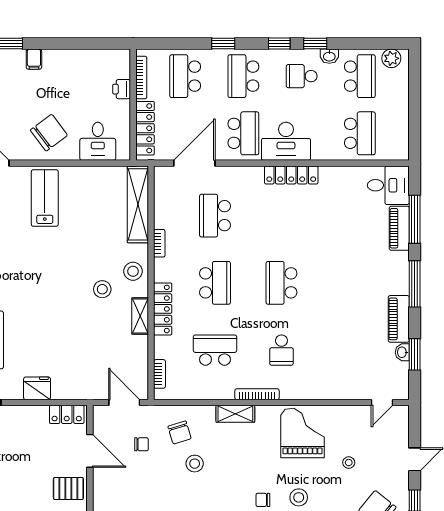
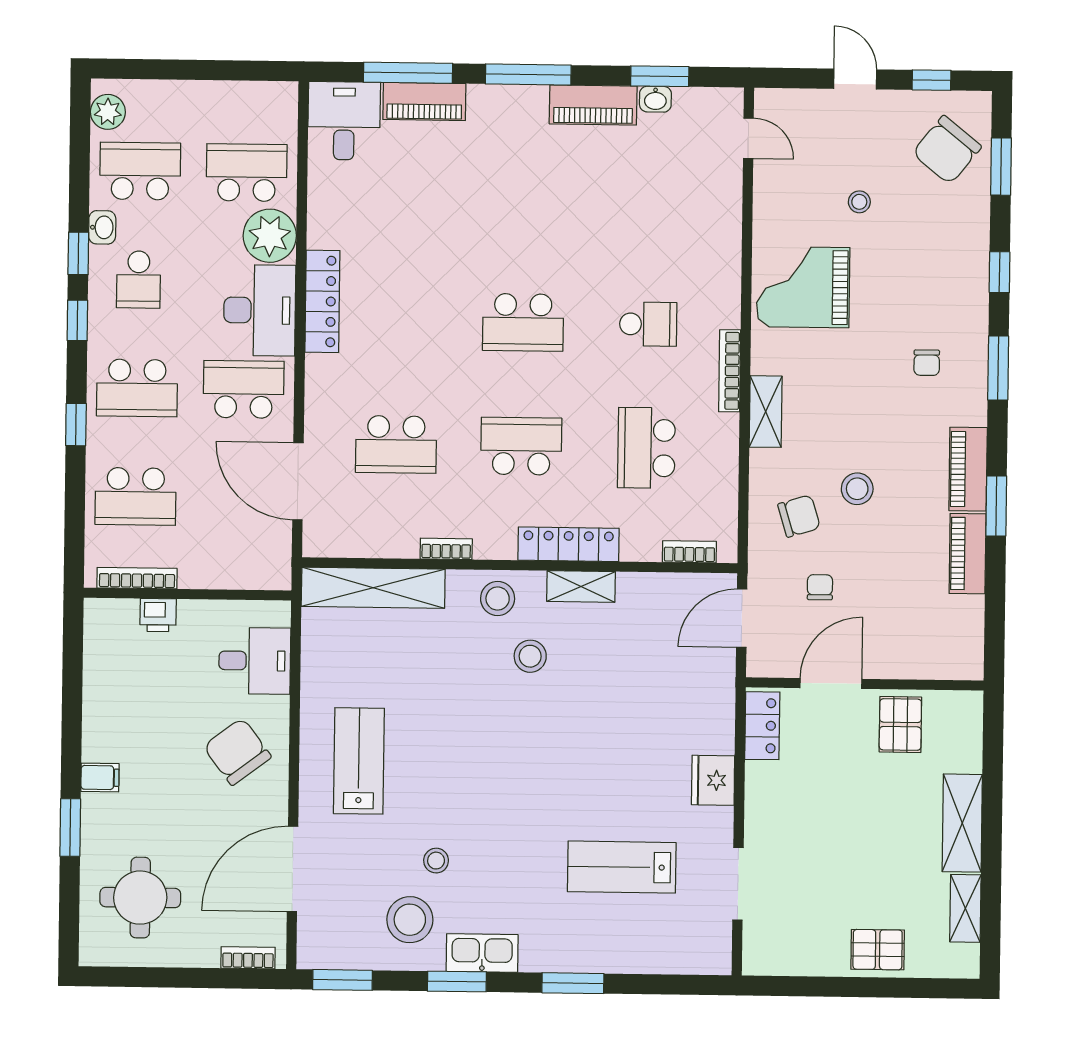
locker: (145, 128) -> (232, 573), removed
plant: (326, 146) -> (270, 236), added
lab bench: (45, 198) -> (359, 761), turned 90
stool: (299, 497) -> (923, 296), removed

